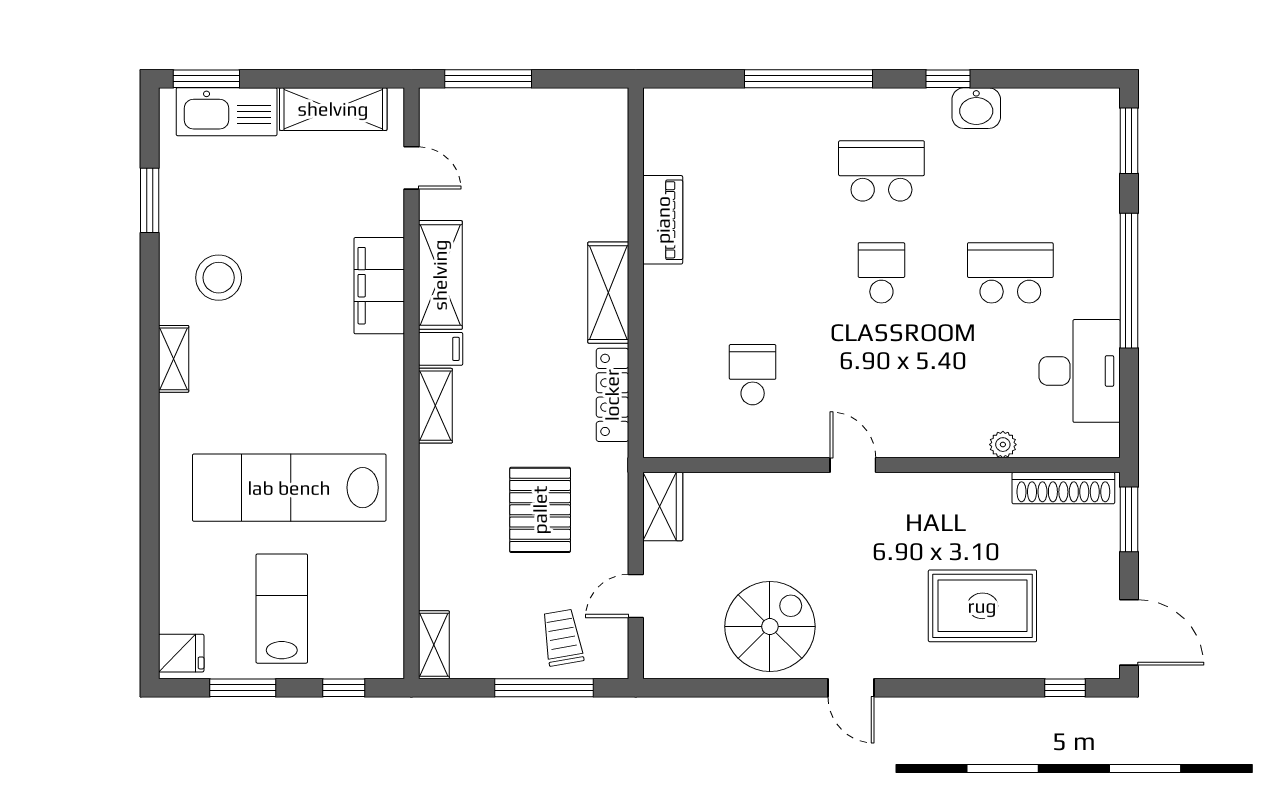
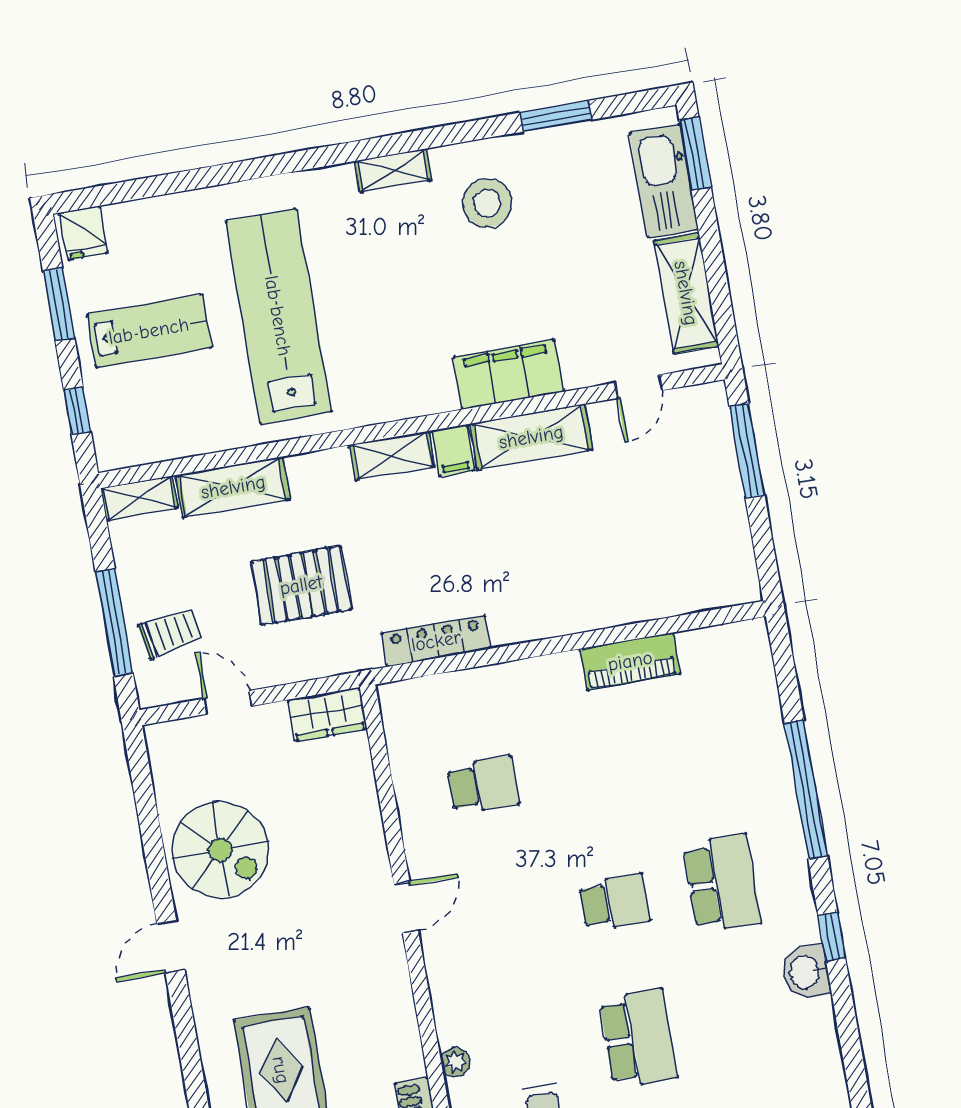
shelving: (608, 293) -> (233, 487), moved

